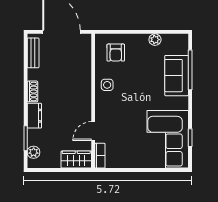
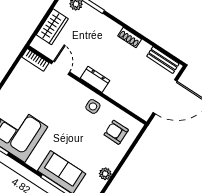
dresser: (34, 116) -> (95, 79), moved, turned 180
wardrobe: (76, 160) -> (52, 27), moved

